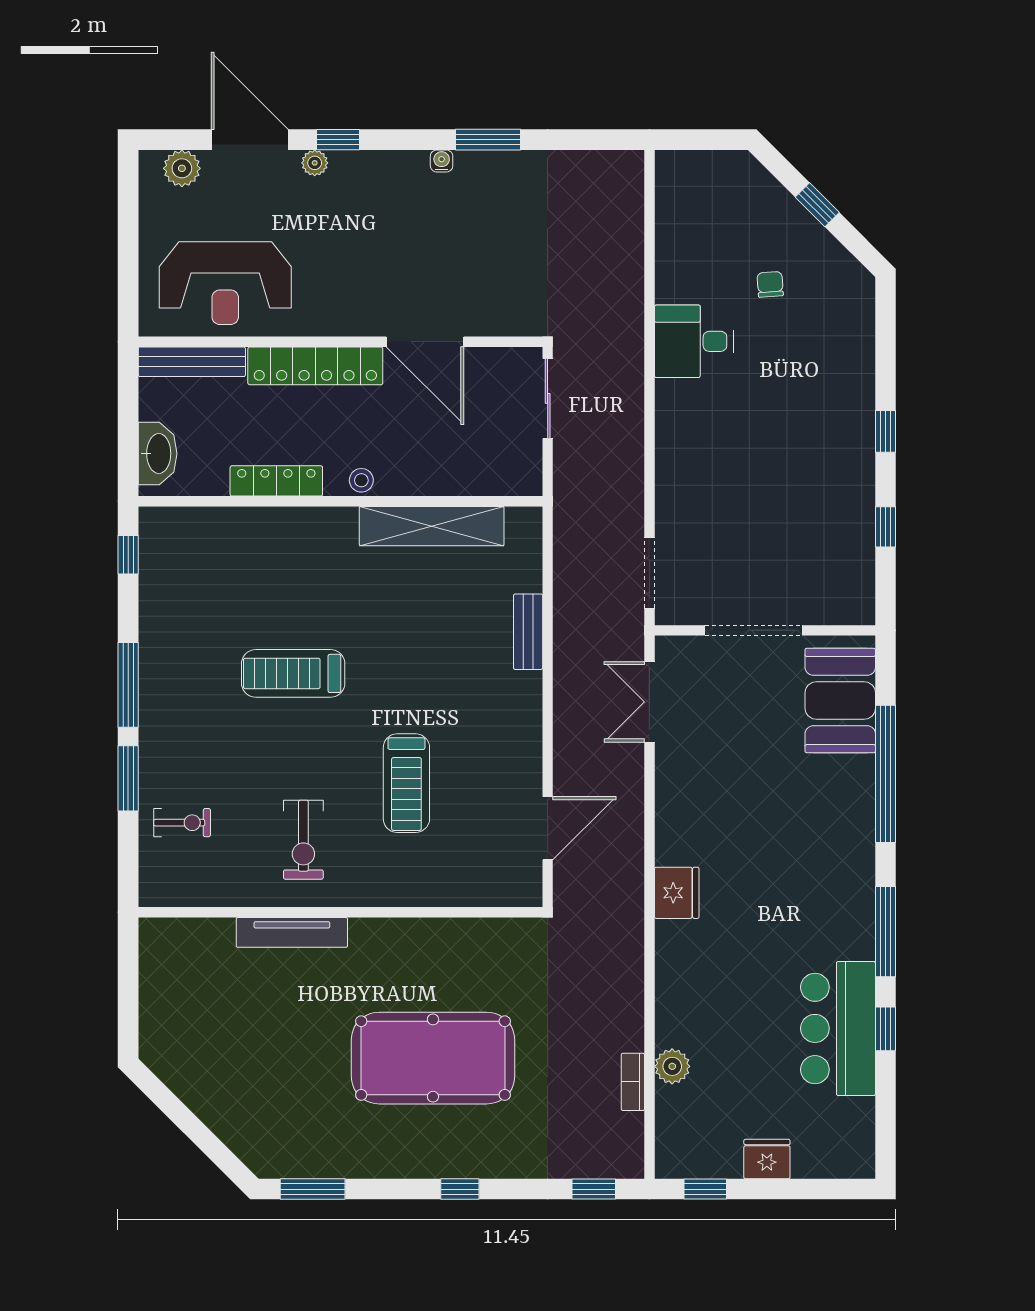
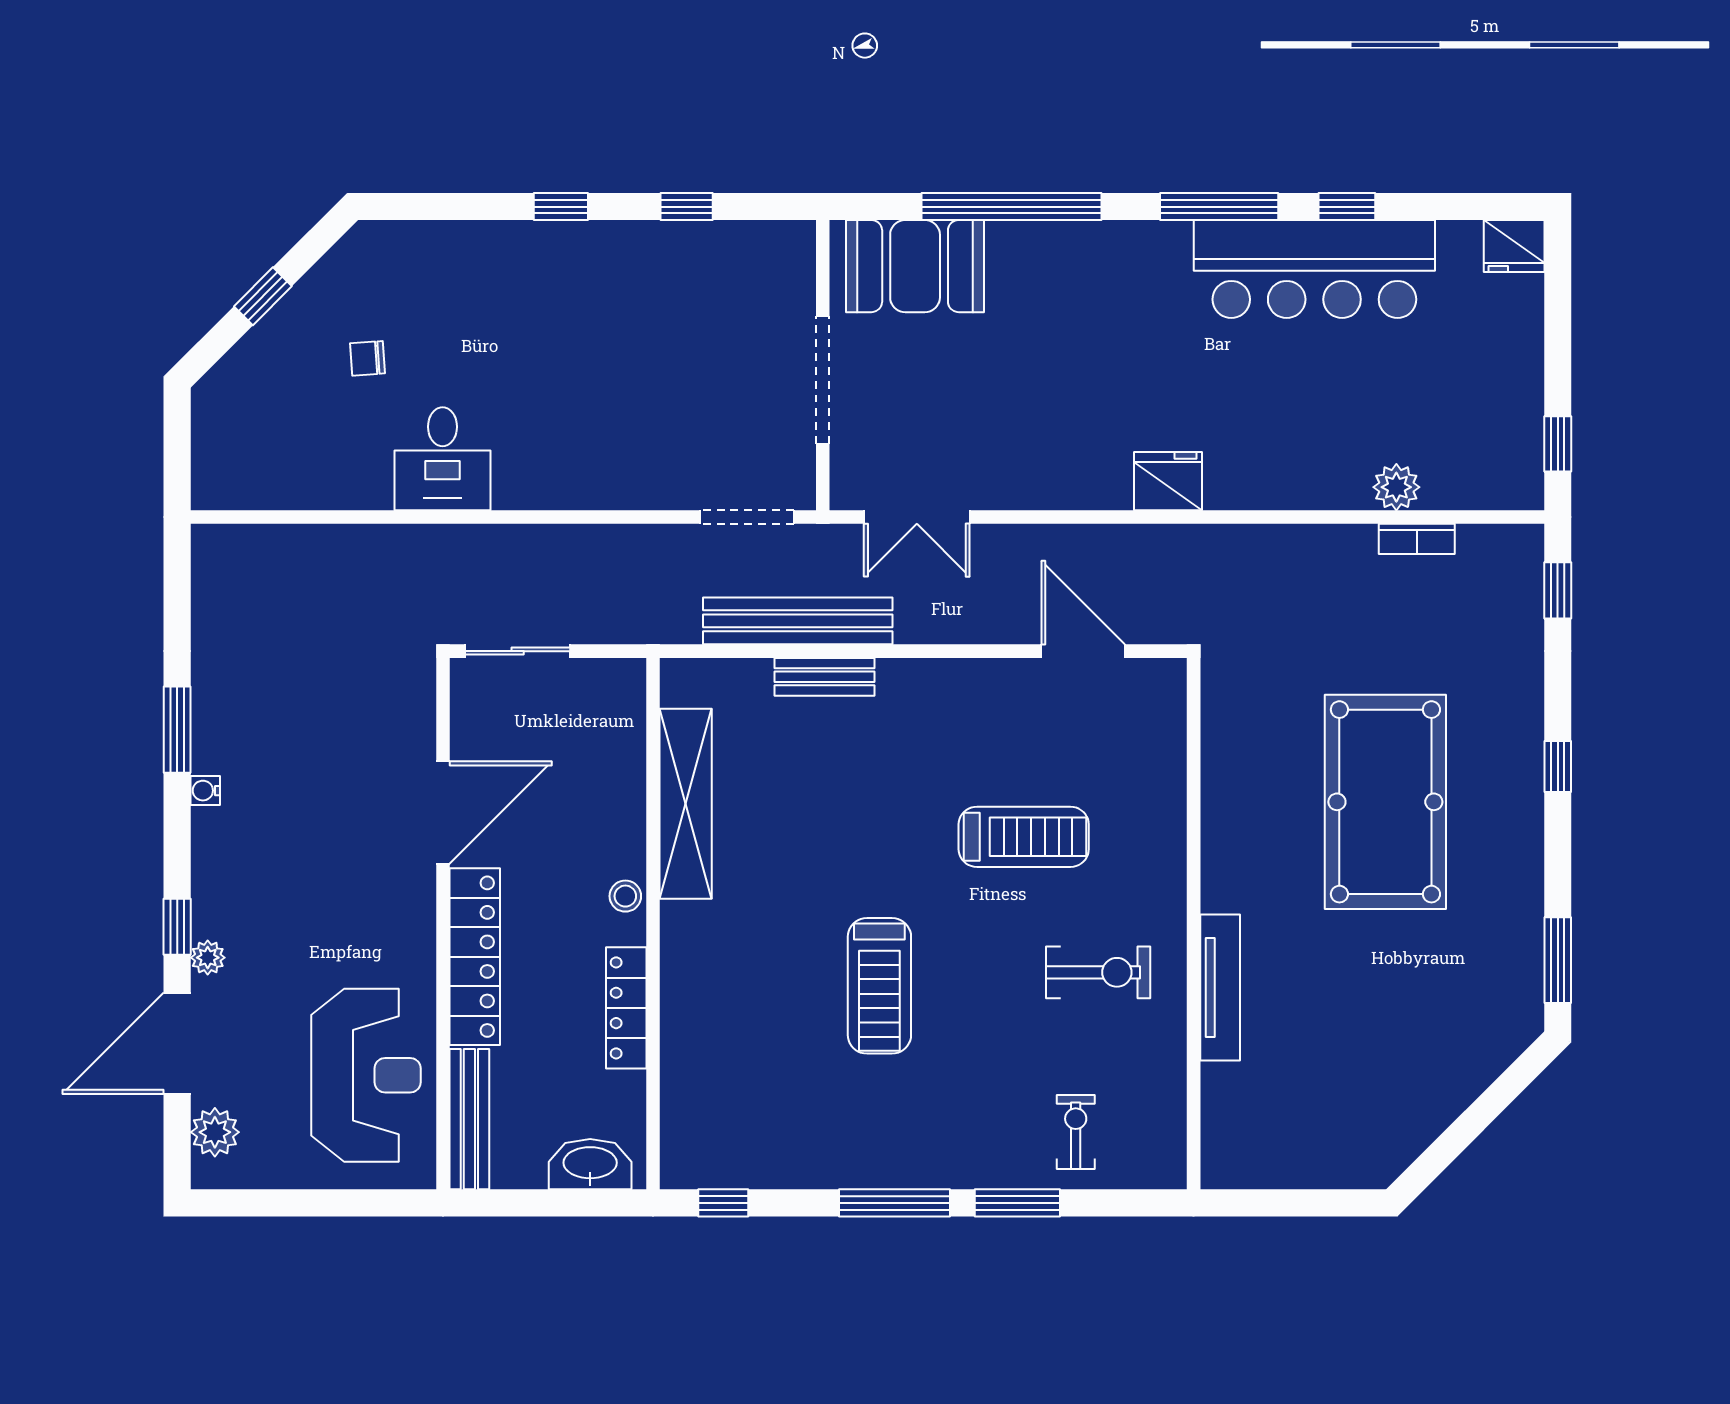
bench: (571, 611) -> (798, 621), added
bar counter: (838, 1028) -> (1314, 269), width x1.36
fridge: (767, 1159) -> (1514, 246), moved, turned -90

